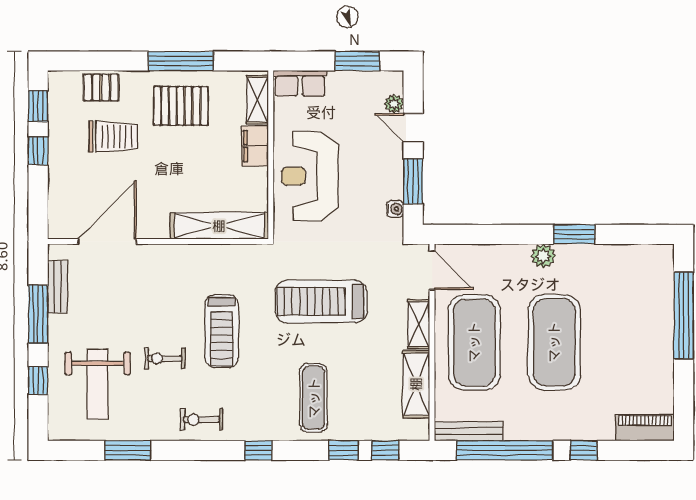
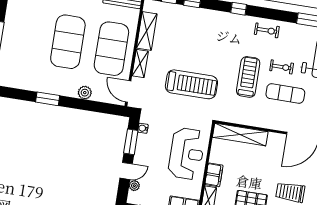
door: (413, 128) -> (126, 171), hinge flipped
plant: (543, 256) -> (85, 93), moved
exercise mat: (314, 398) -> (285, 94), moved, turned 90

